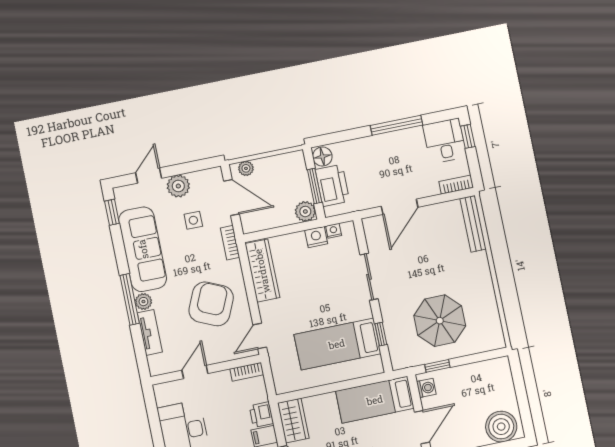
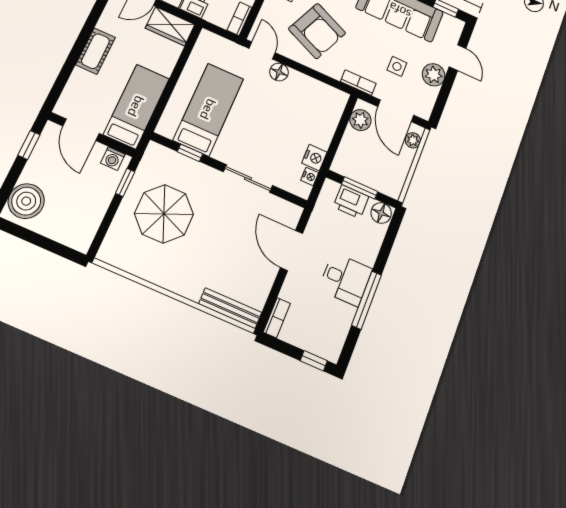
desk: (445, 141) -> (345, 279), moved
printer: (332, 185) -> (351, 202), width x0.73, depth x0.84
door: (231, 197) -> (396, 111), hinge flipped
plant: (305, 211) -> (360, 120), moved
wardrobe: (262, 271) -> (316, 92), removed
floor lamp: (268, 311) -> (279, 72), added

